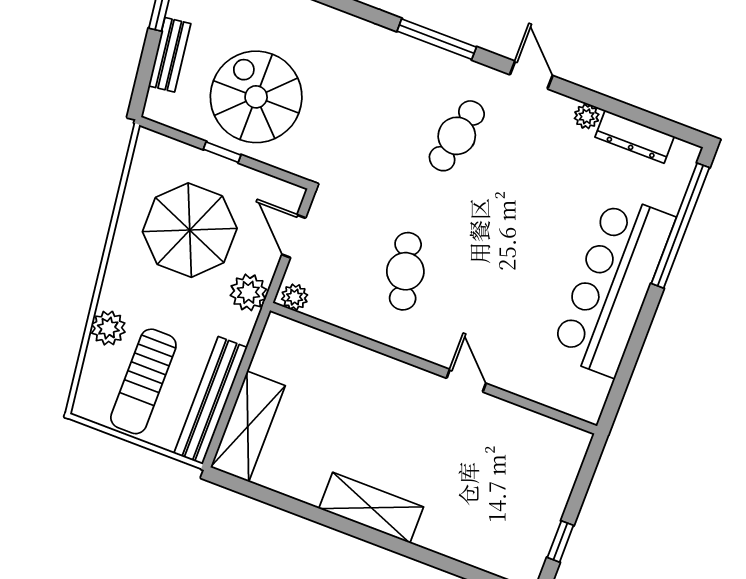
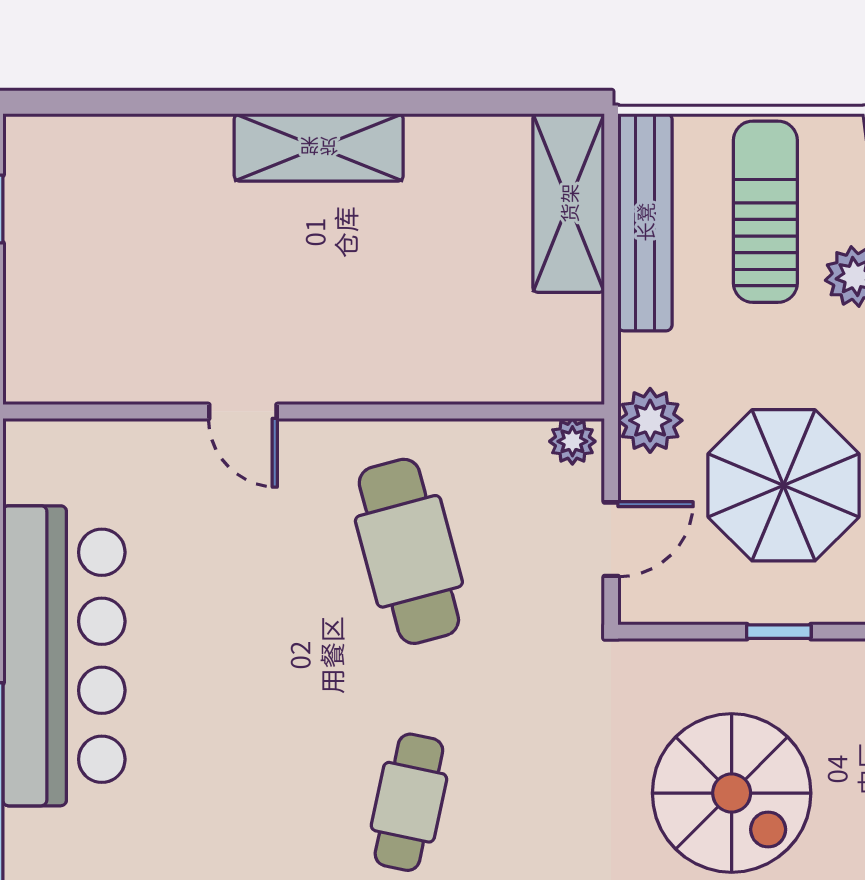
spiral stairs: (256, 97) -> (732, 793), moved
door: (294, 236) -> (611, 539), hinge flipped
cafe table: (405, 271) -> (409, 551), width x1.37, depth x1.35

